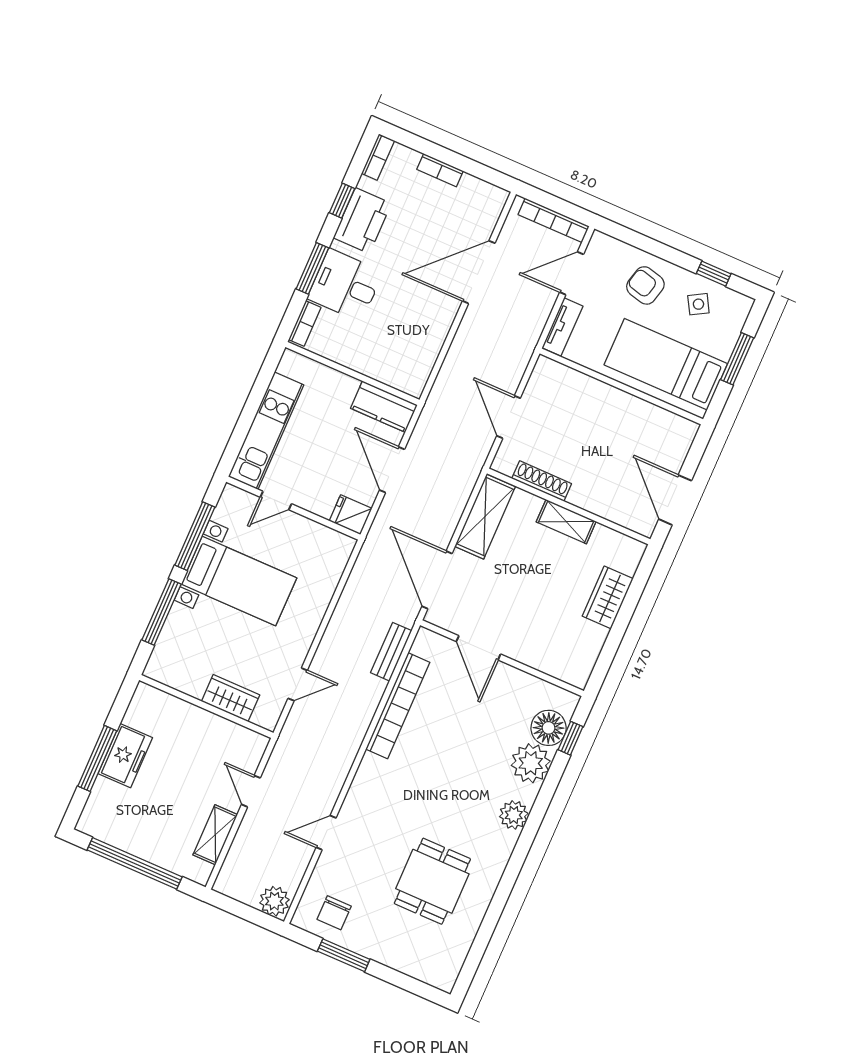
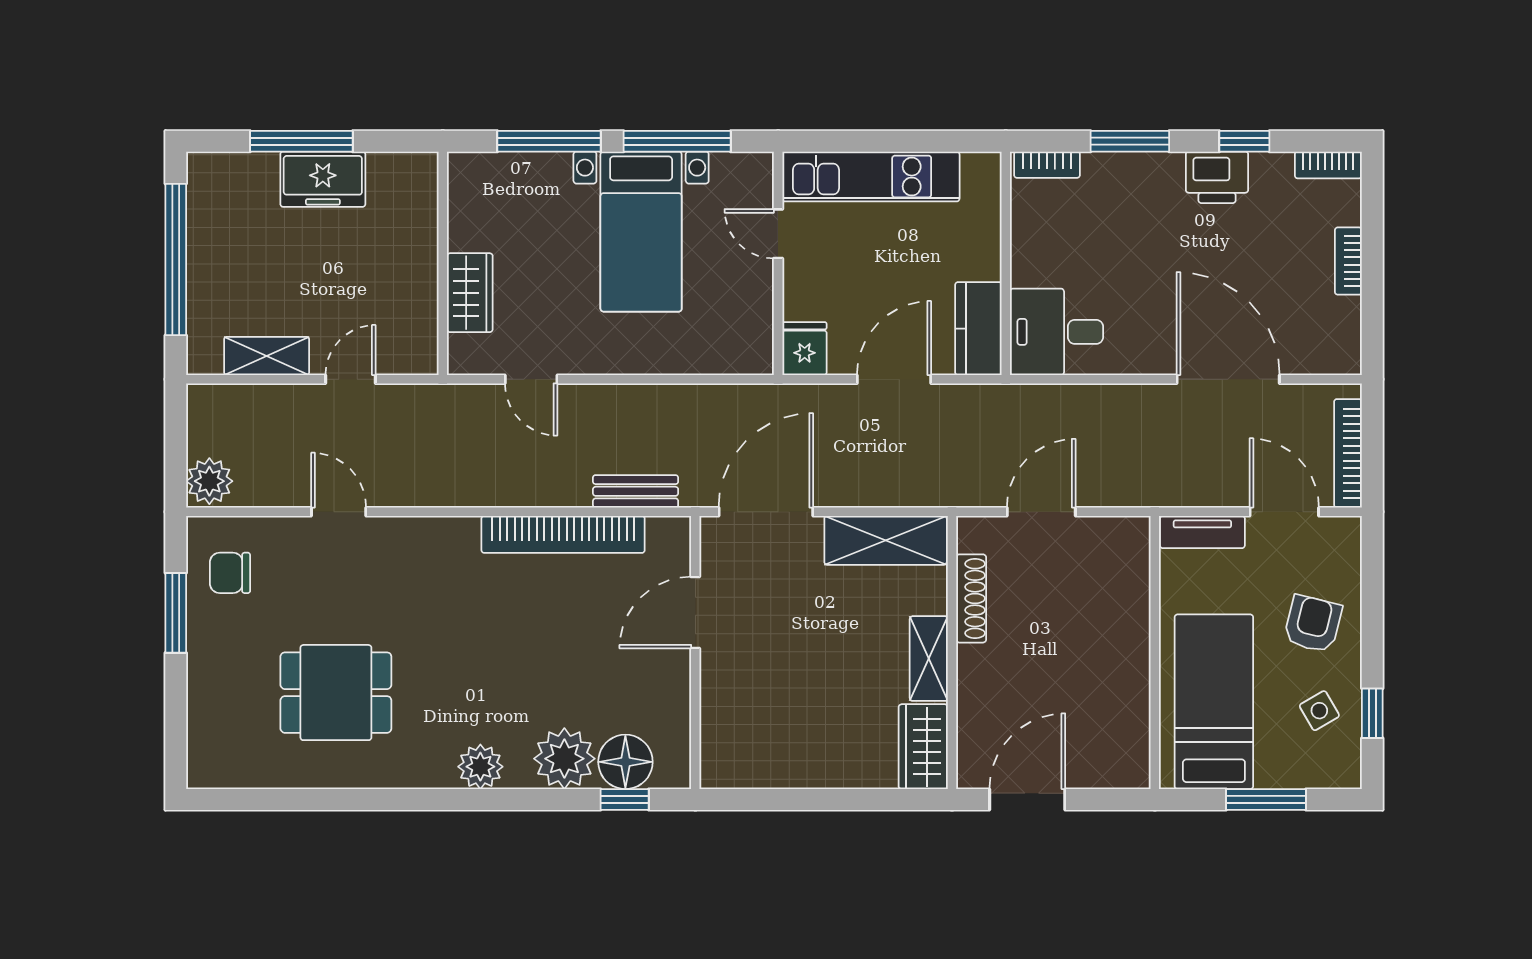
printer: (362, 221) -> (1217, 177), width x0.73, depth x0.84
desk: (345, 285) -> (1057, 332), moved, turned -90
wardrobe: (608, 597) -> (923, 747), moved, turned -90

